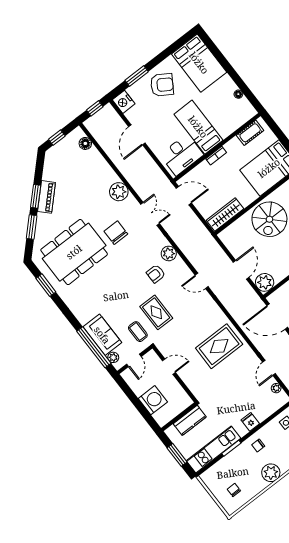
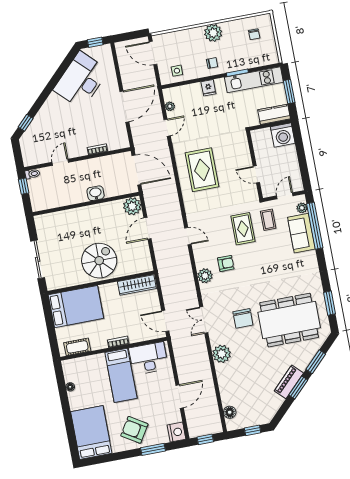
rug: (219, 346) -> (202, 170), turned 90
washing machine: (153, 400) -> (283, 135), moved, turned -90
kitchen counter: (190, 420) -> (274, 114), moved

